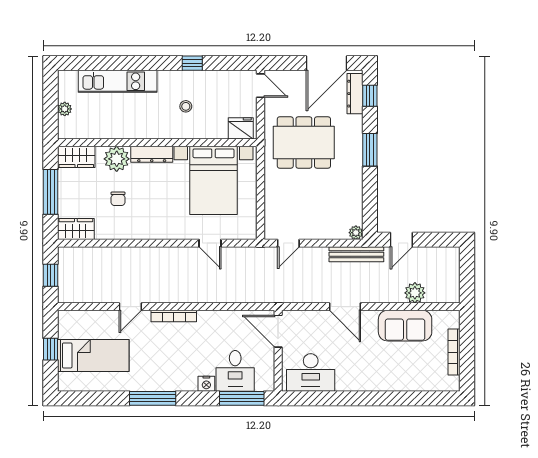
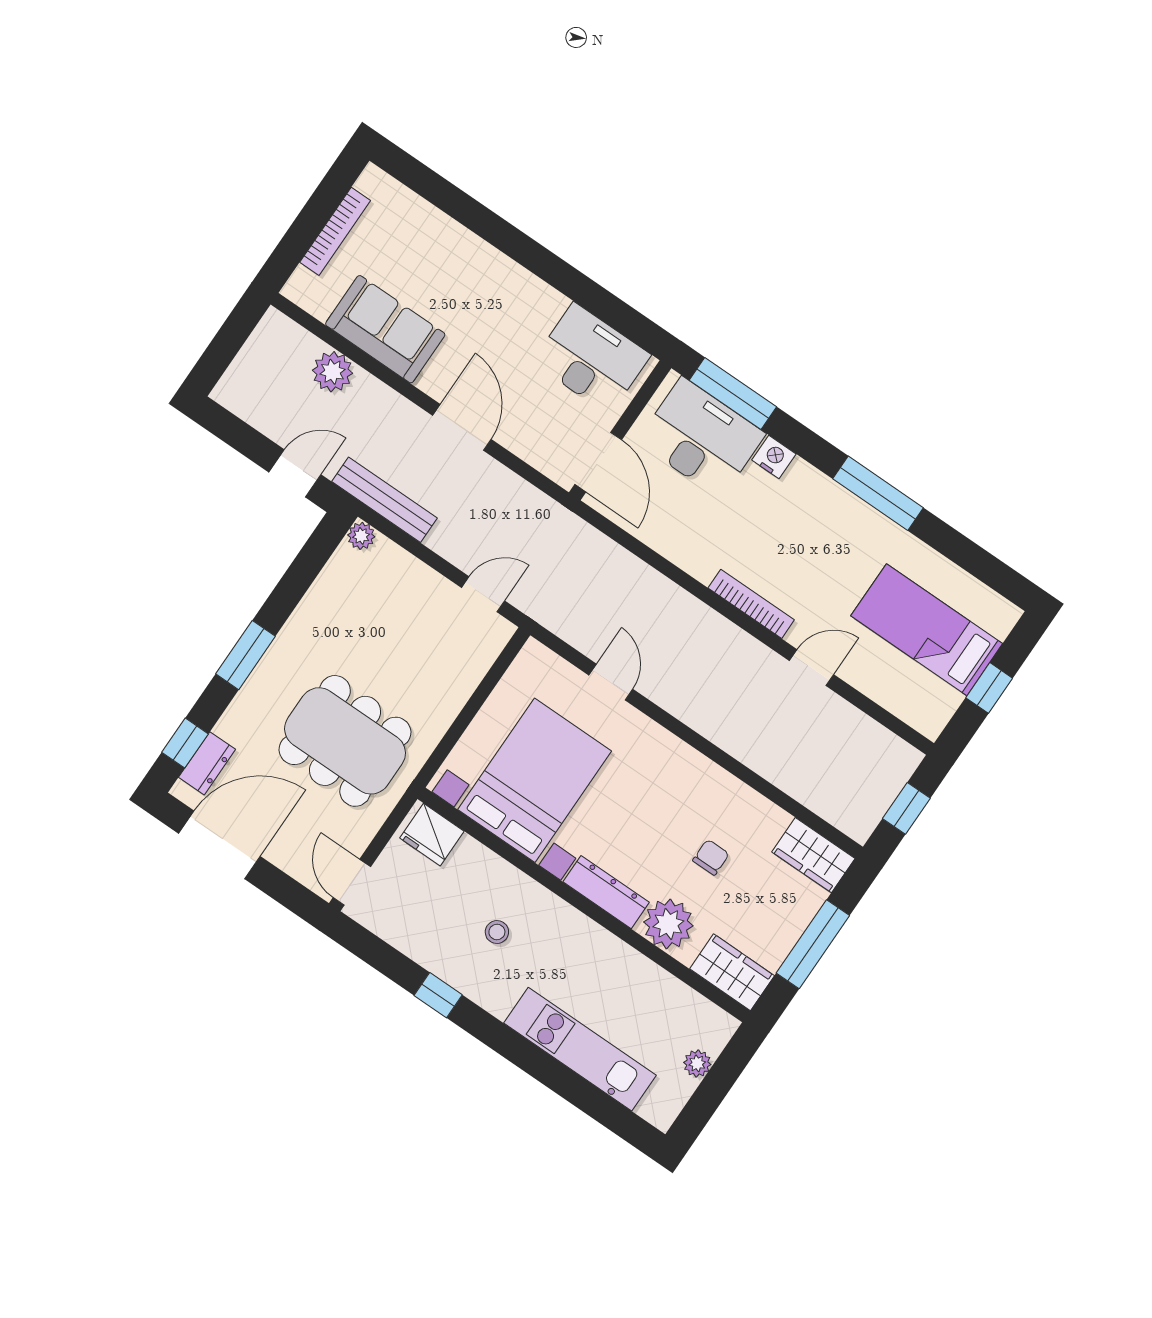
dresser: (355, 94) -> (207, 763), width x0.70
desk: (235, 371) -> (701, 438), width x1.37

